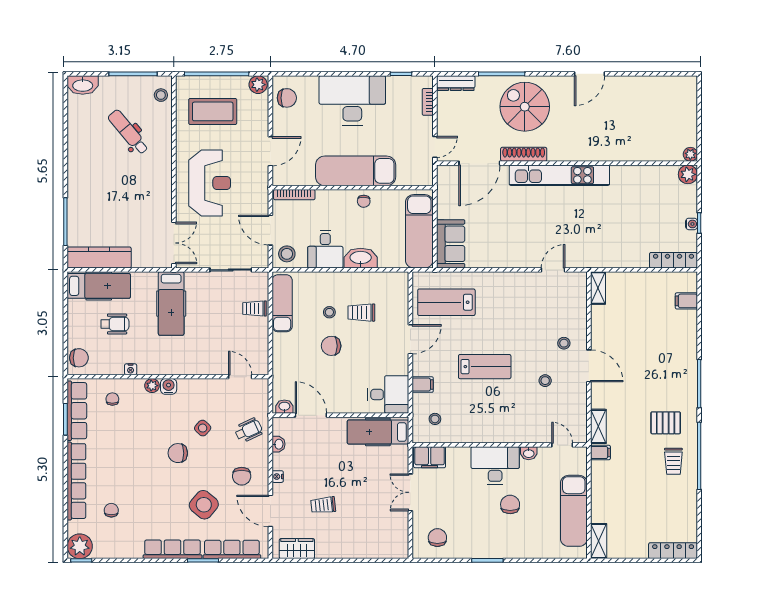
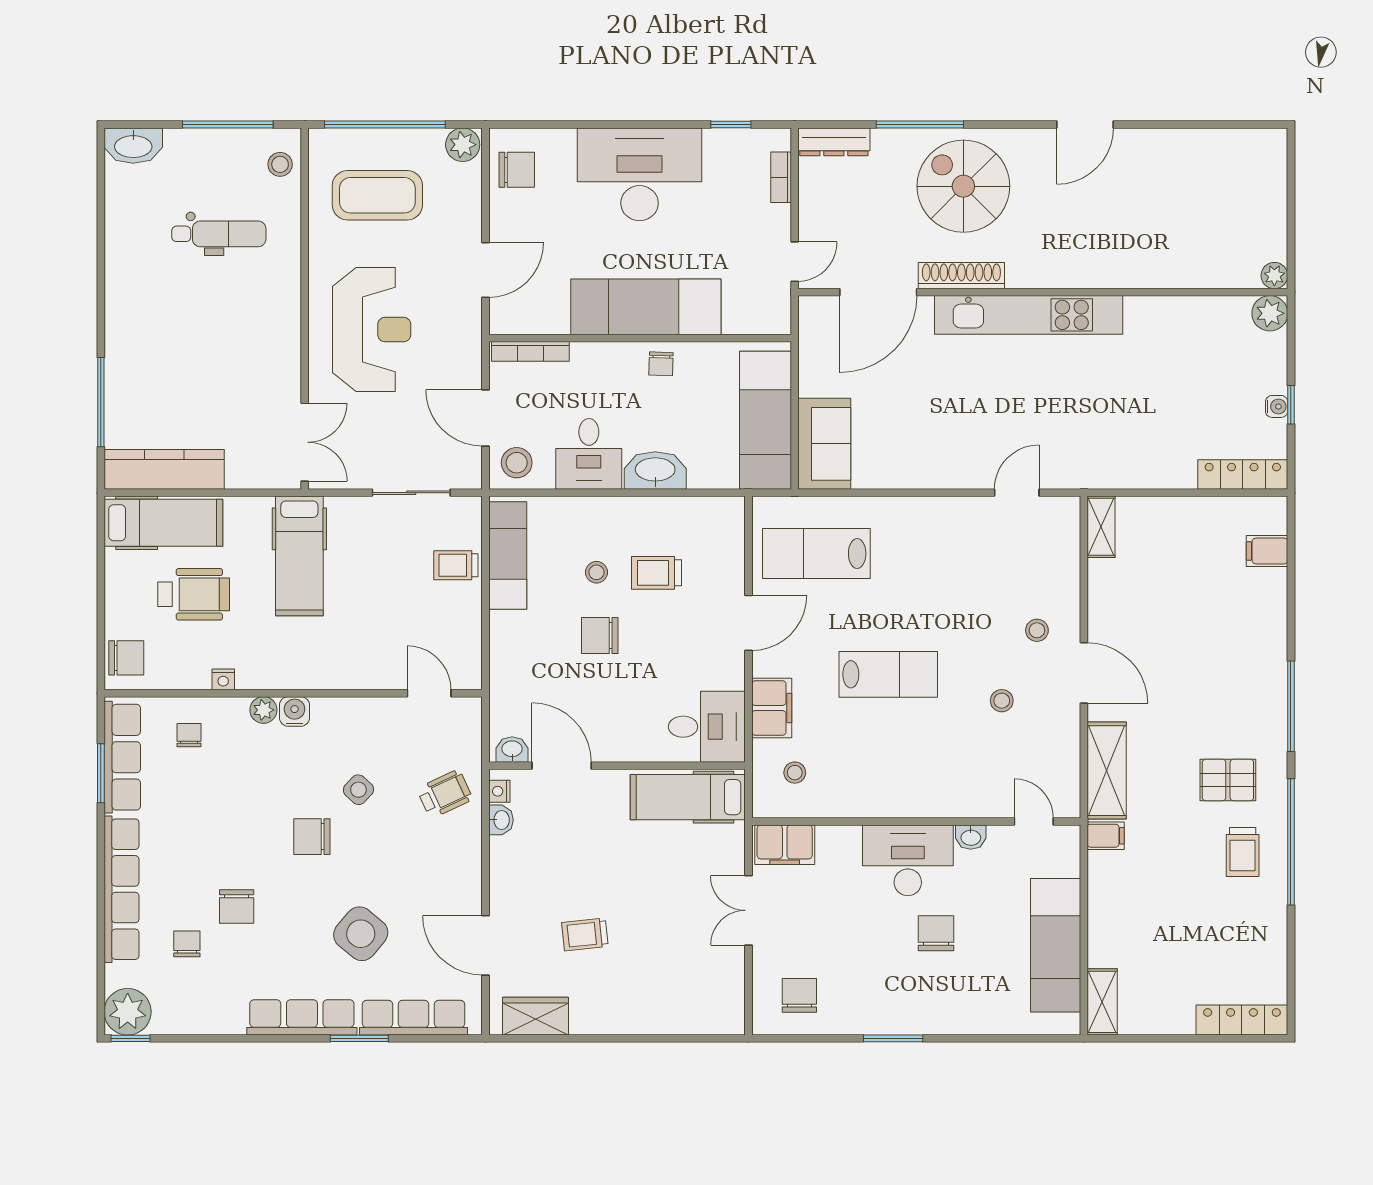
dental chair: (128, 132) -> (219, 234), turned 130
wheelchair: (115, 324) -> (194, 594), width x1.36, depth x1.37
filing cabinet: (423, 385) -> (772, 708), width x2.00
shelving: (598, 426) -> (1107, 771), width x1.50, depth x1.33
chair: (242, 476) -> (237, 906), moved
nightstand: (278, 477) -> (499, 791), moved

